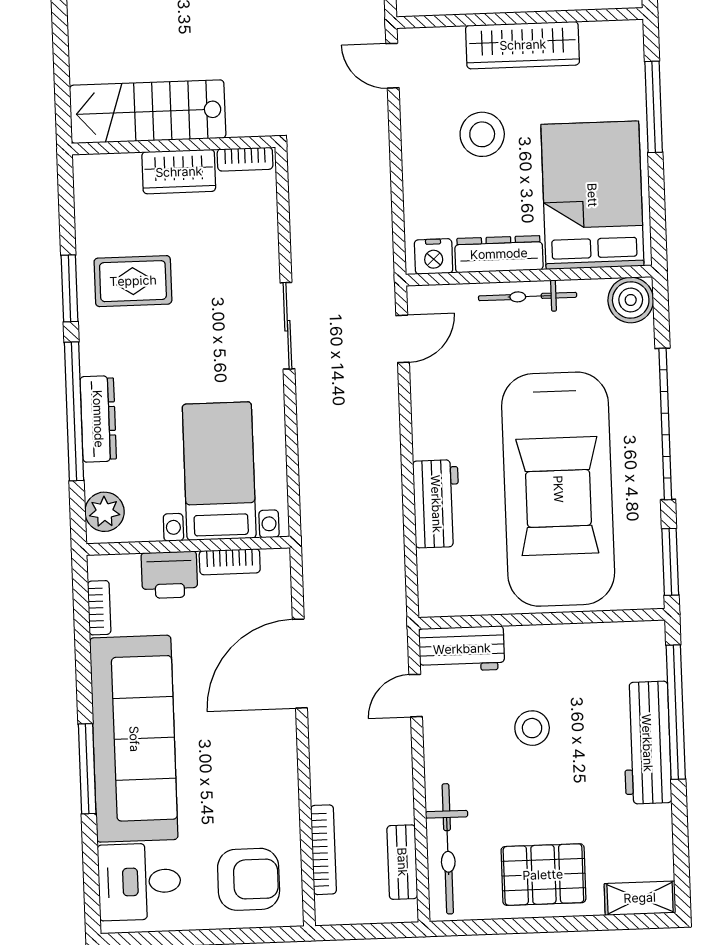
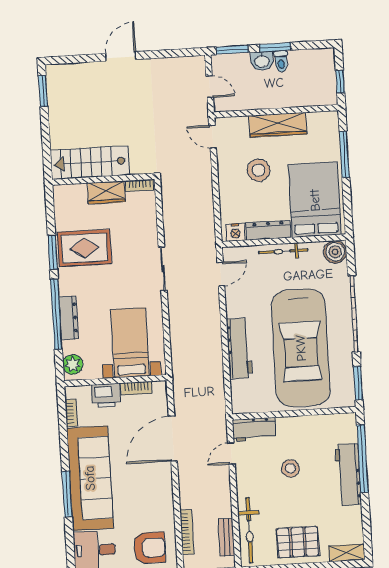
rug: (133, 281) -> (84, 248), width x1.36, depth x1.43
workbench: (436, 504) -> (239, 348), width x1.38

